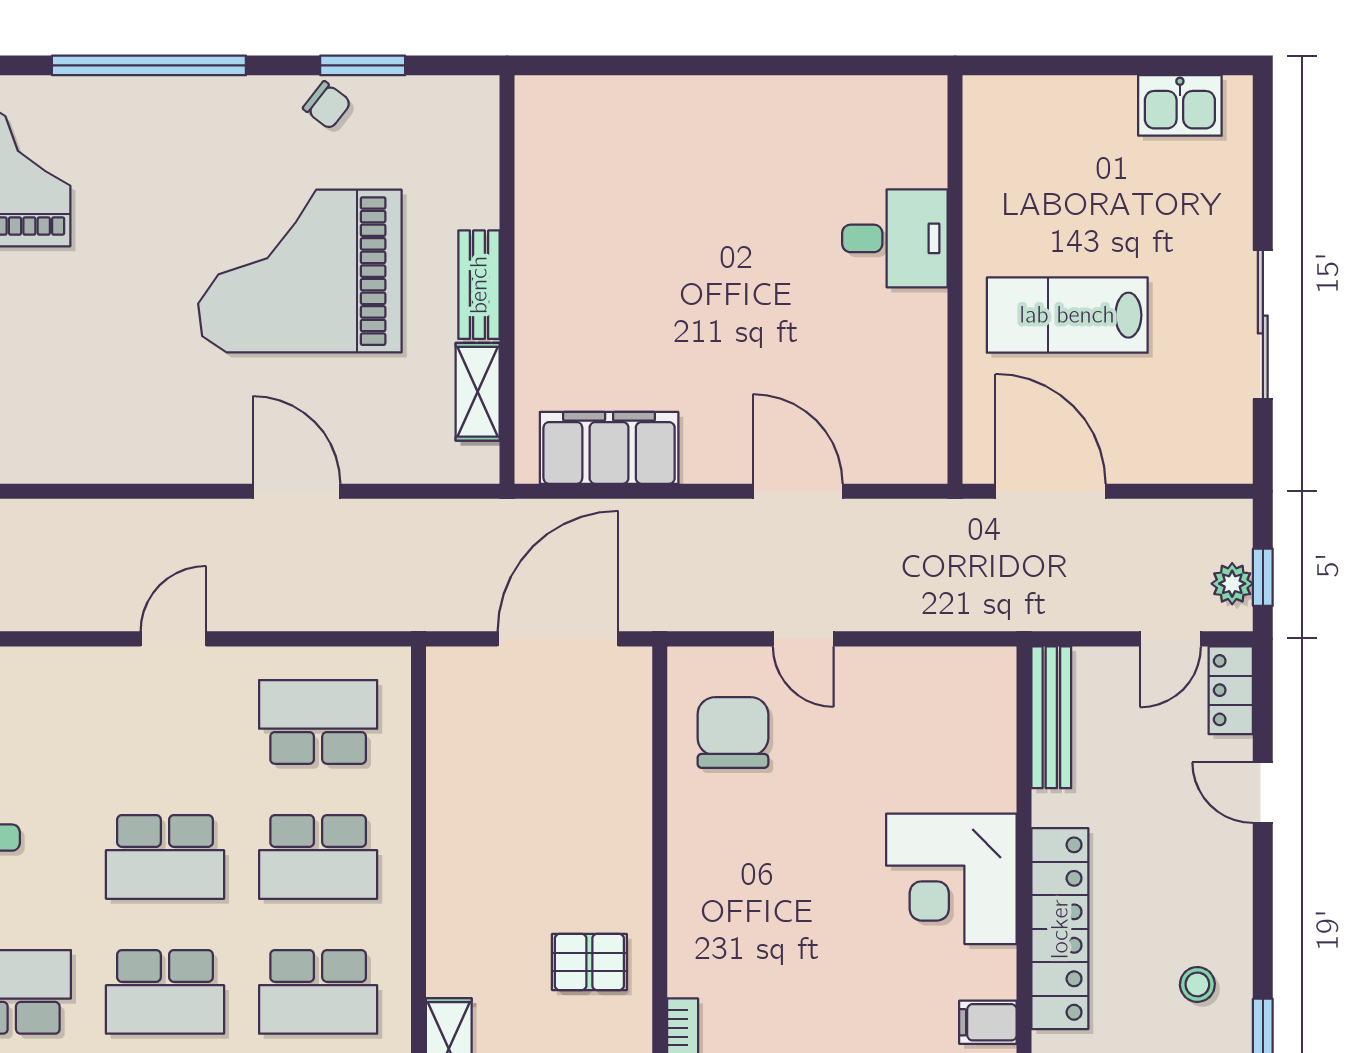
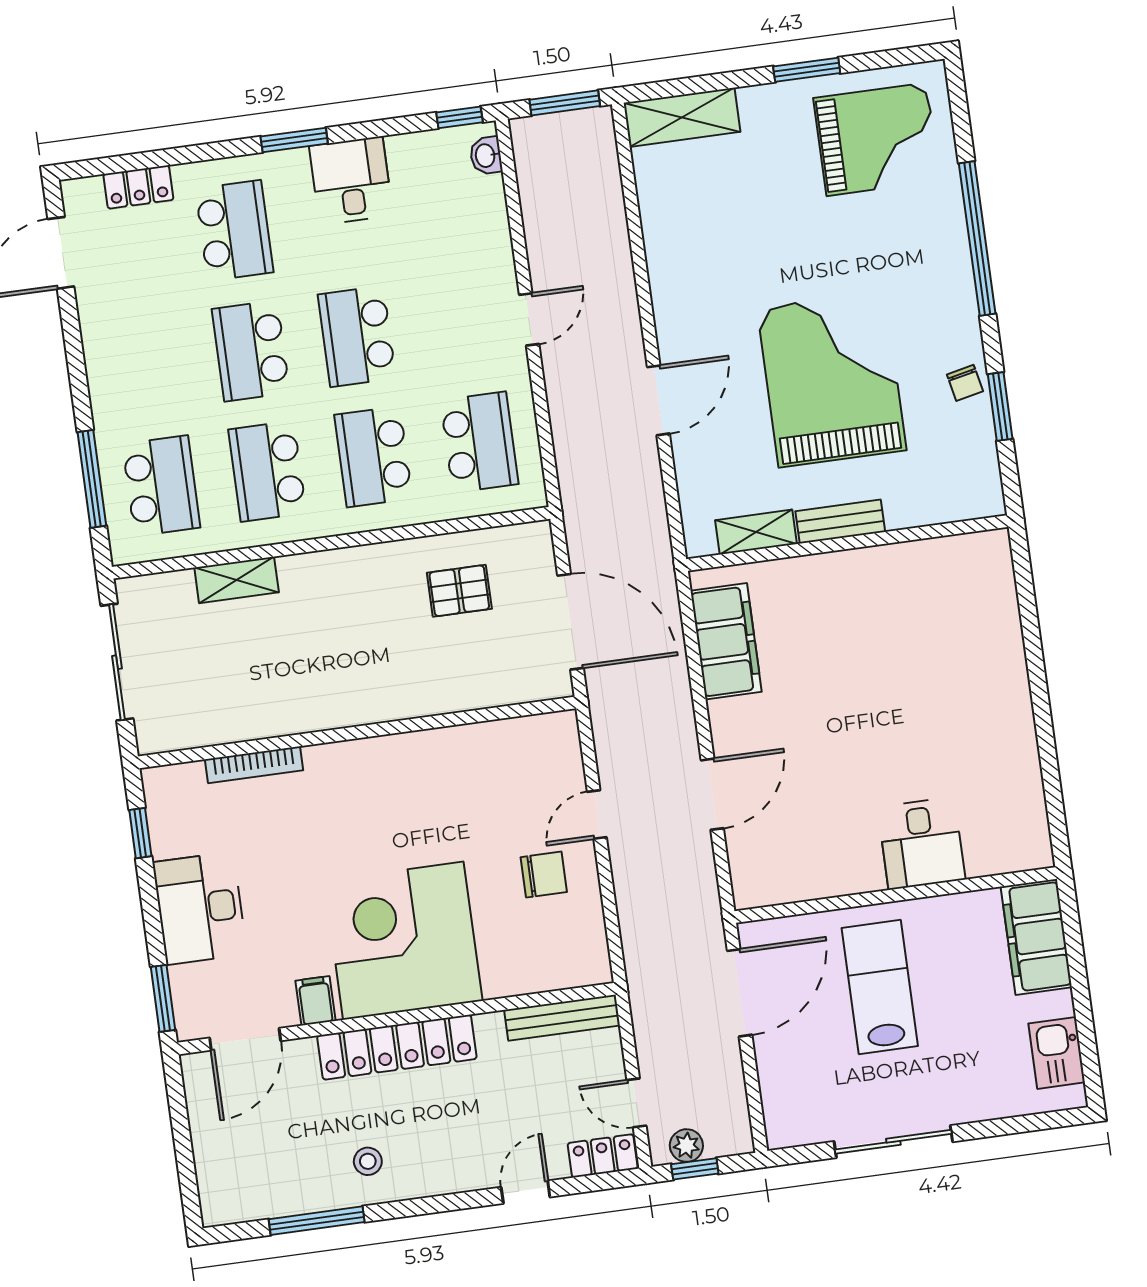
chair: (327, 105) -> (965, 383), turned -50
filing cabinet: (1032, 111) -> (1036, 937), added
door: (173, 639) -> (529, 319), hinge flipped
chair: (733, 733) -> (544, 875), moved, width x0.73, depth x0.73
corner desk: (951, 879) -> (403, 941), width x1.36, depth x1.36
pallet: (589, 962) -> (459, 591), moved, turned 90

